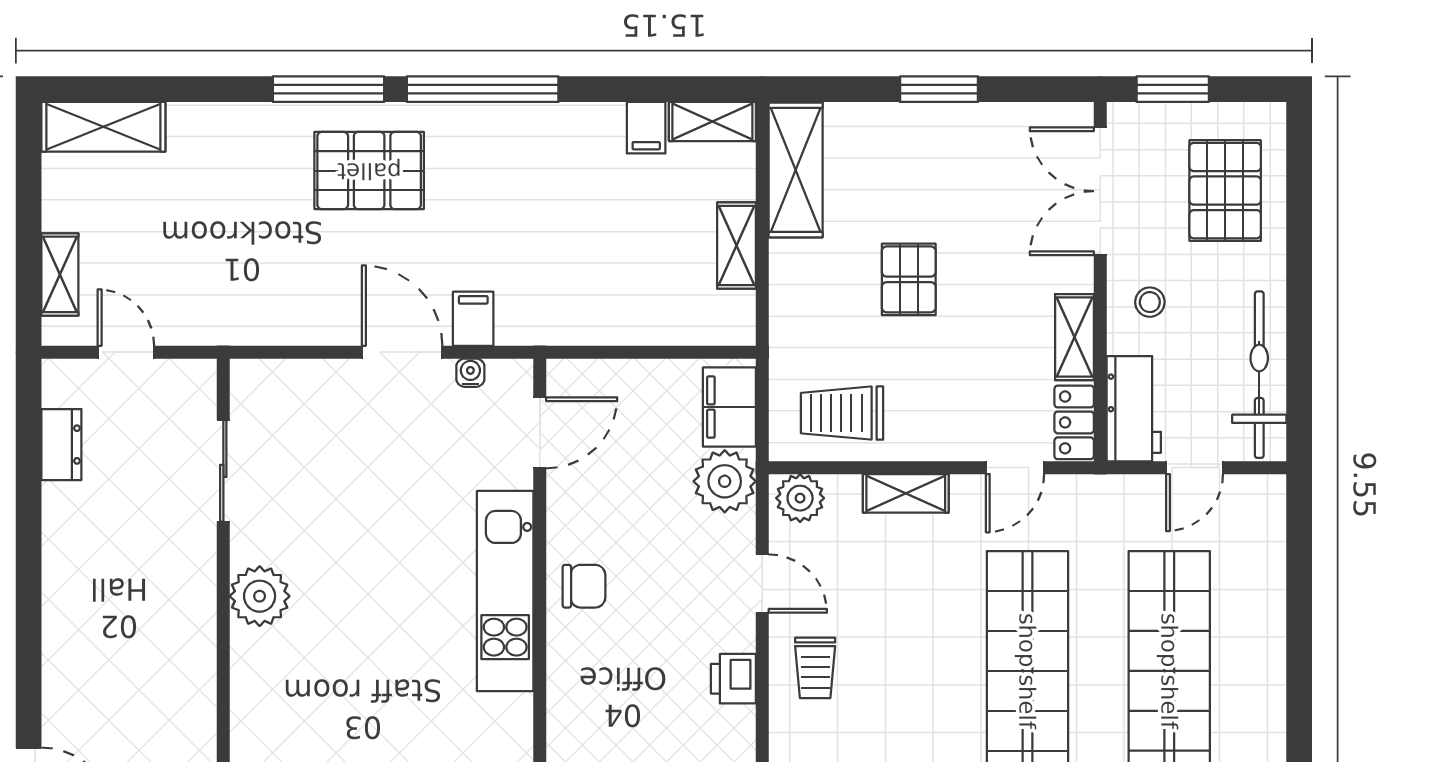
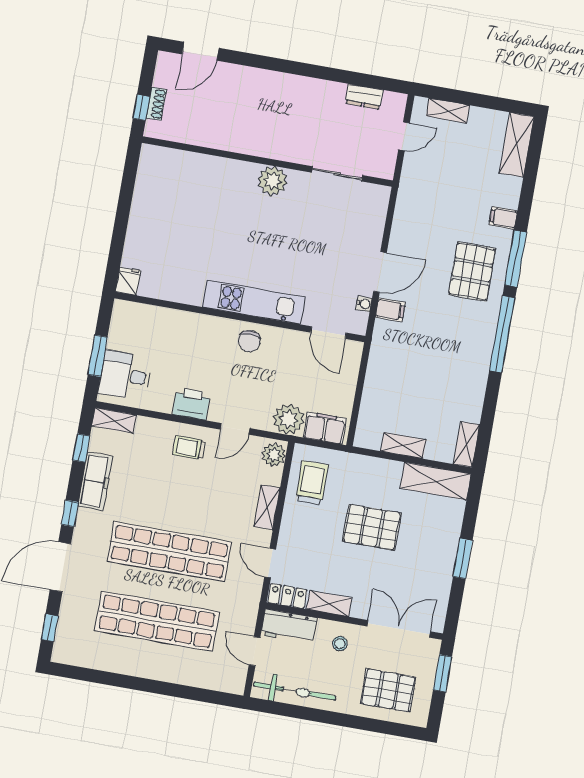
filing cabinet: (646, 128) -> (503, 218), moved
pallet: (909, 279) -> (372, 527), width x1.50, depth x1.42
printer: (733, 679) -> (191, 404), width x1.36, depth x1.24

